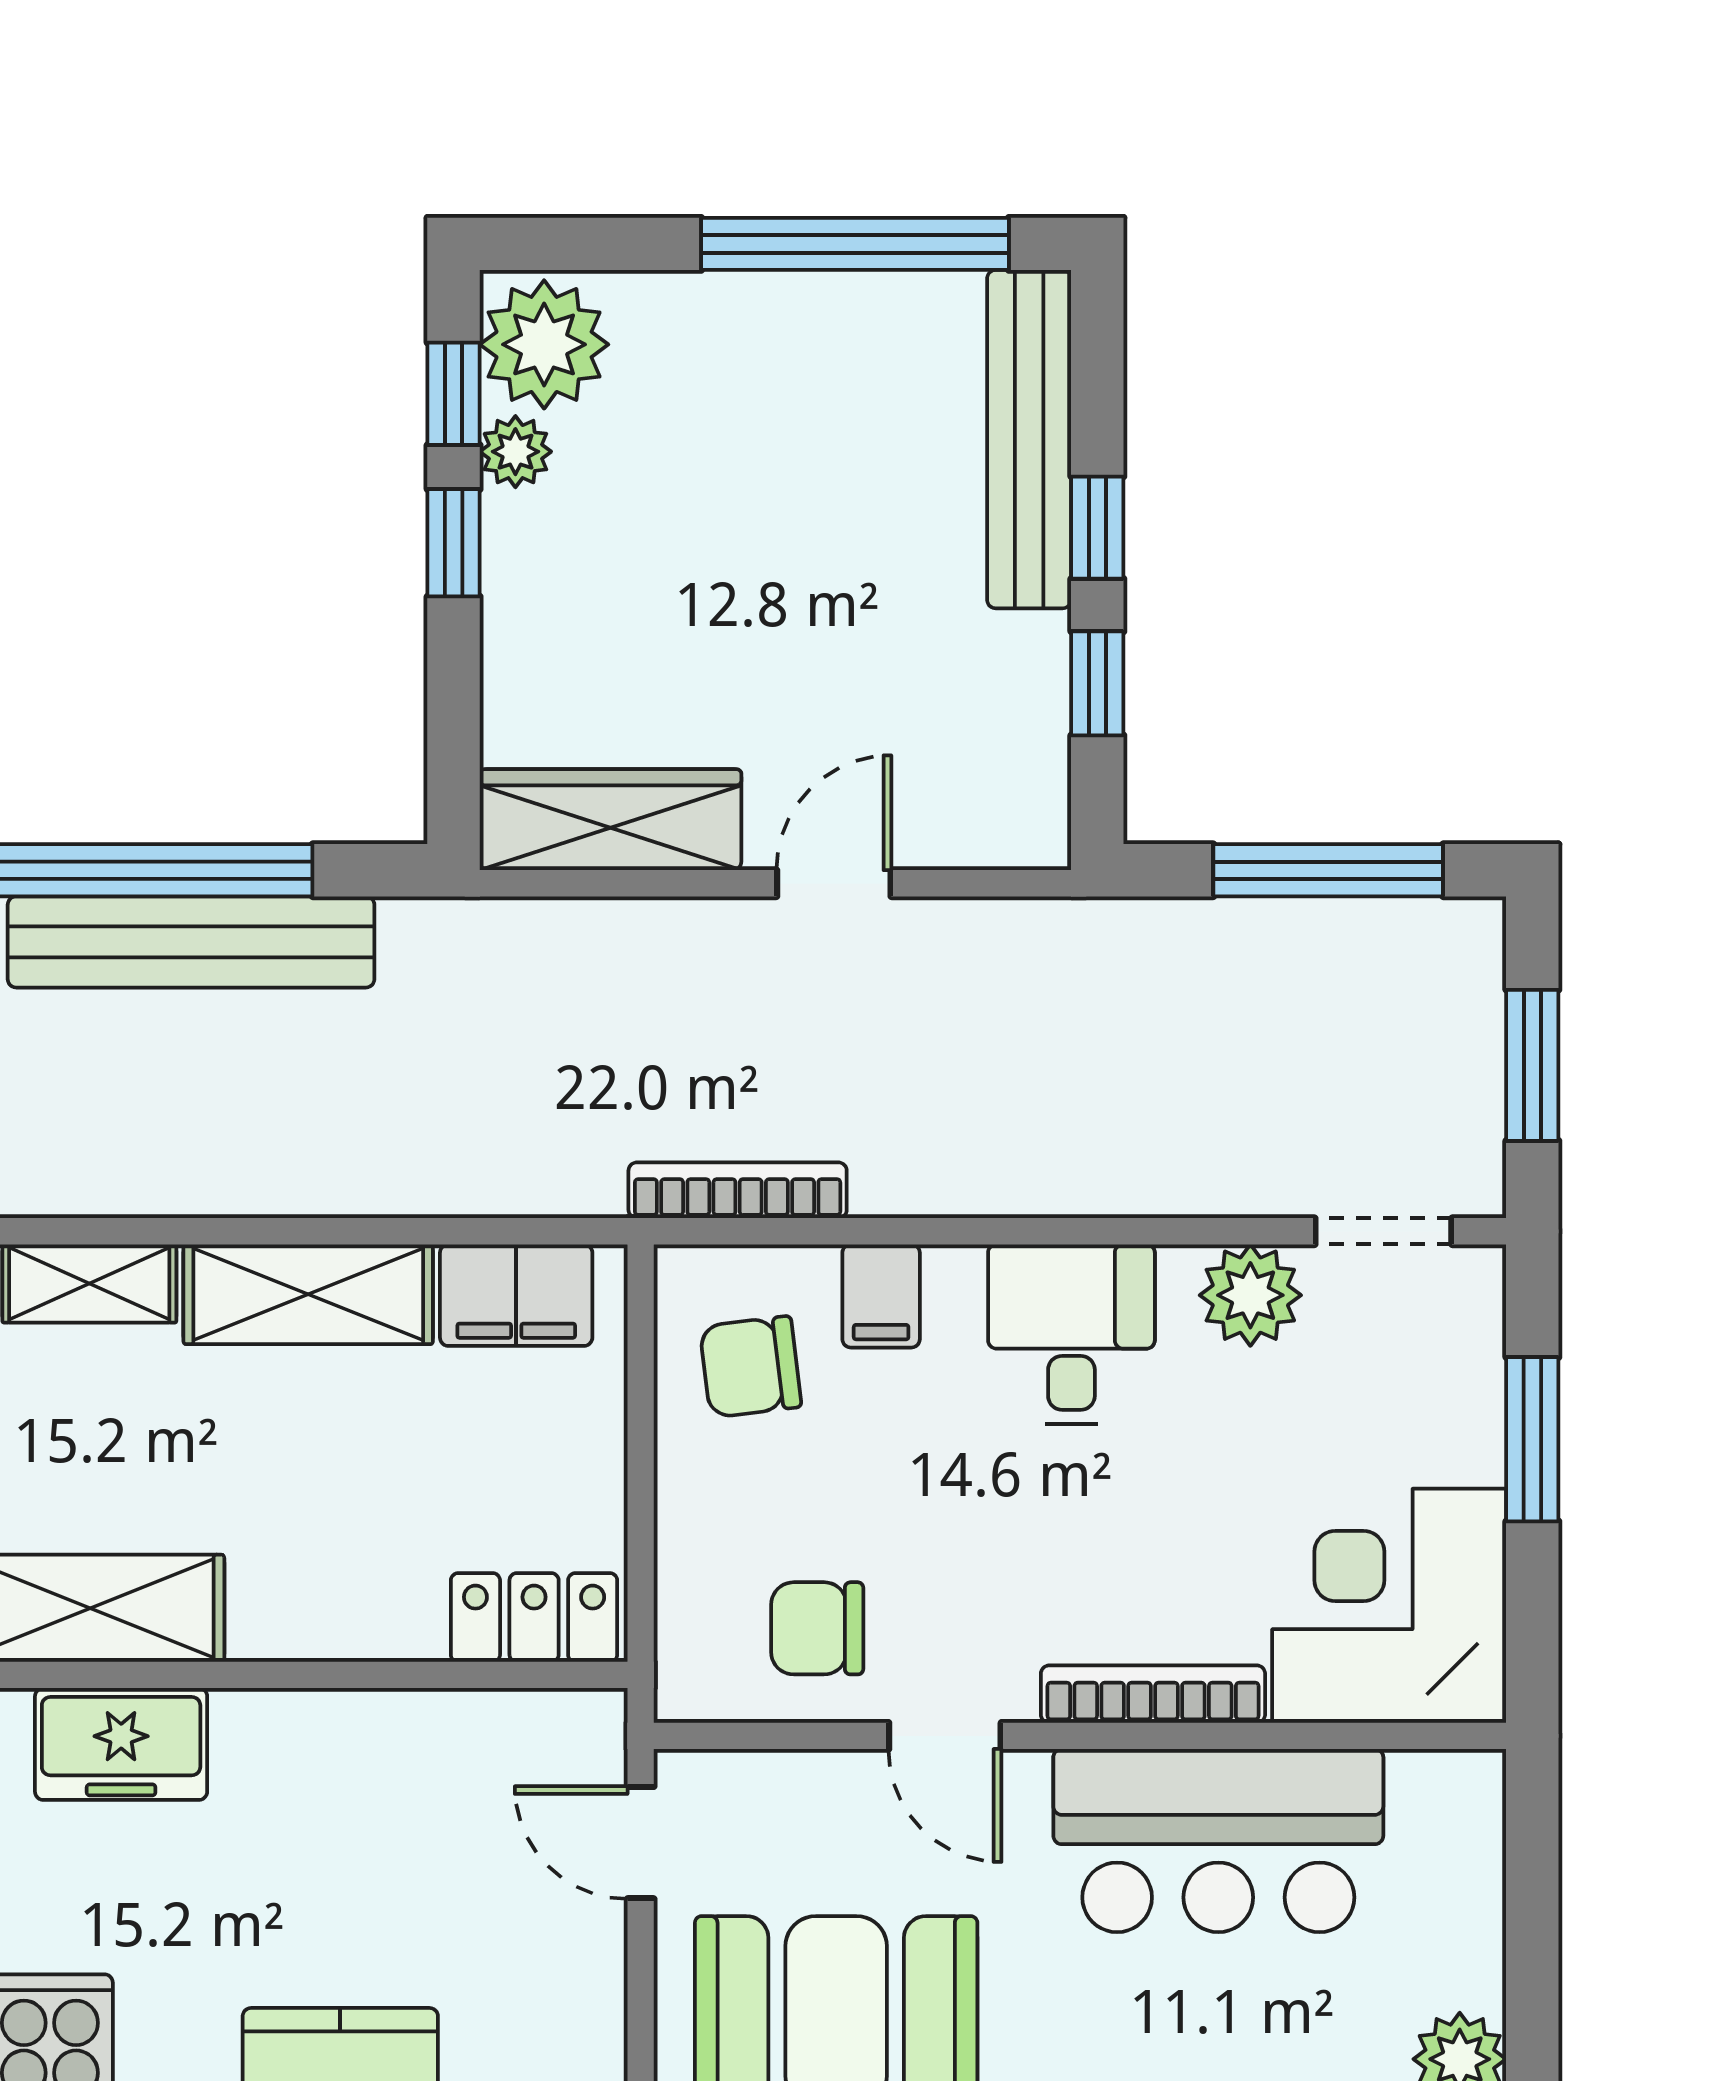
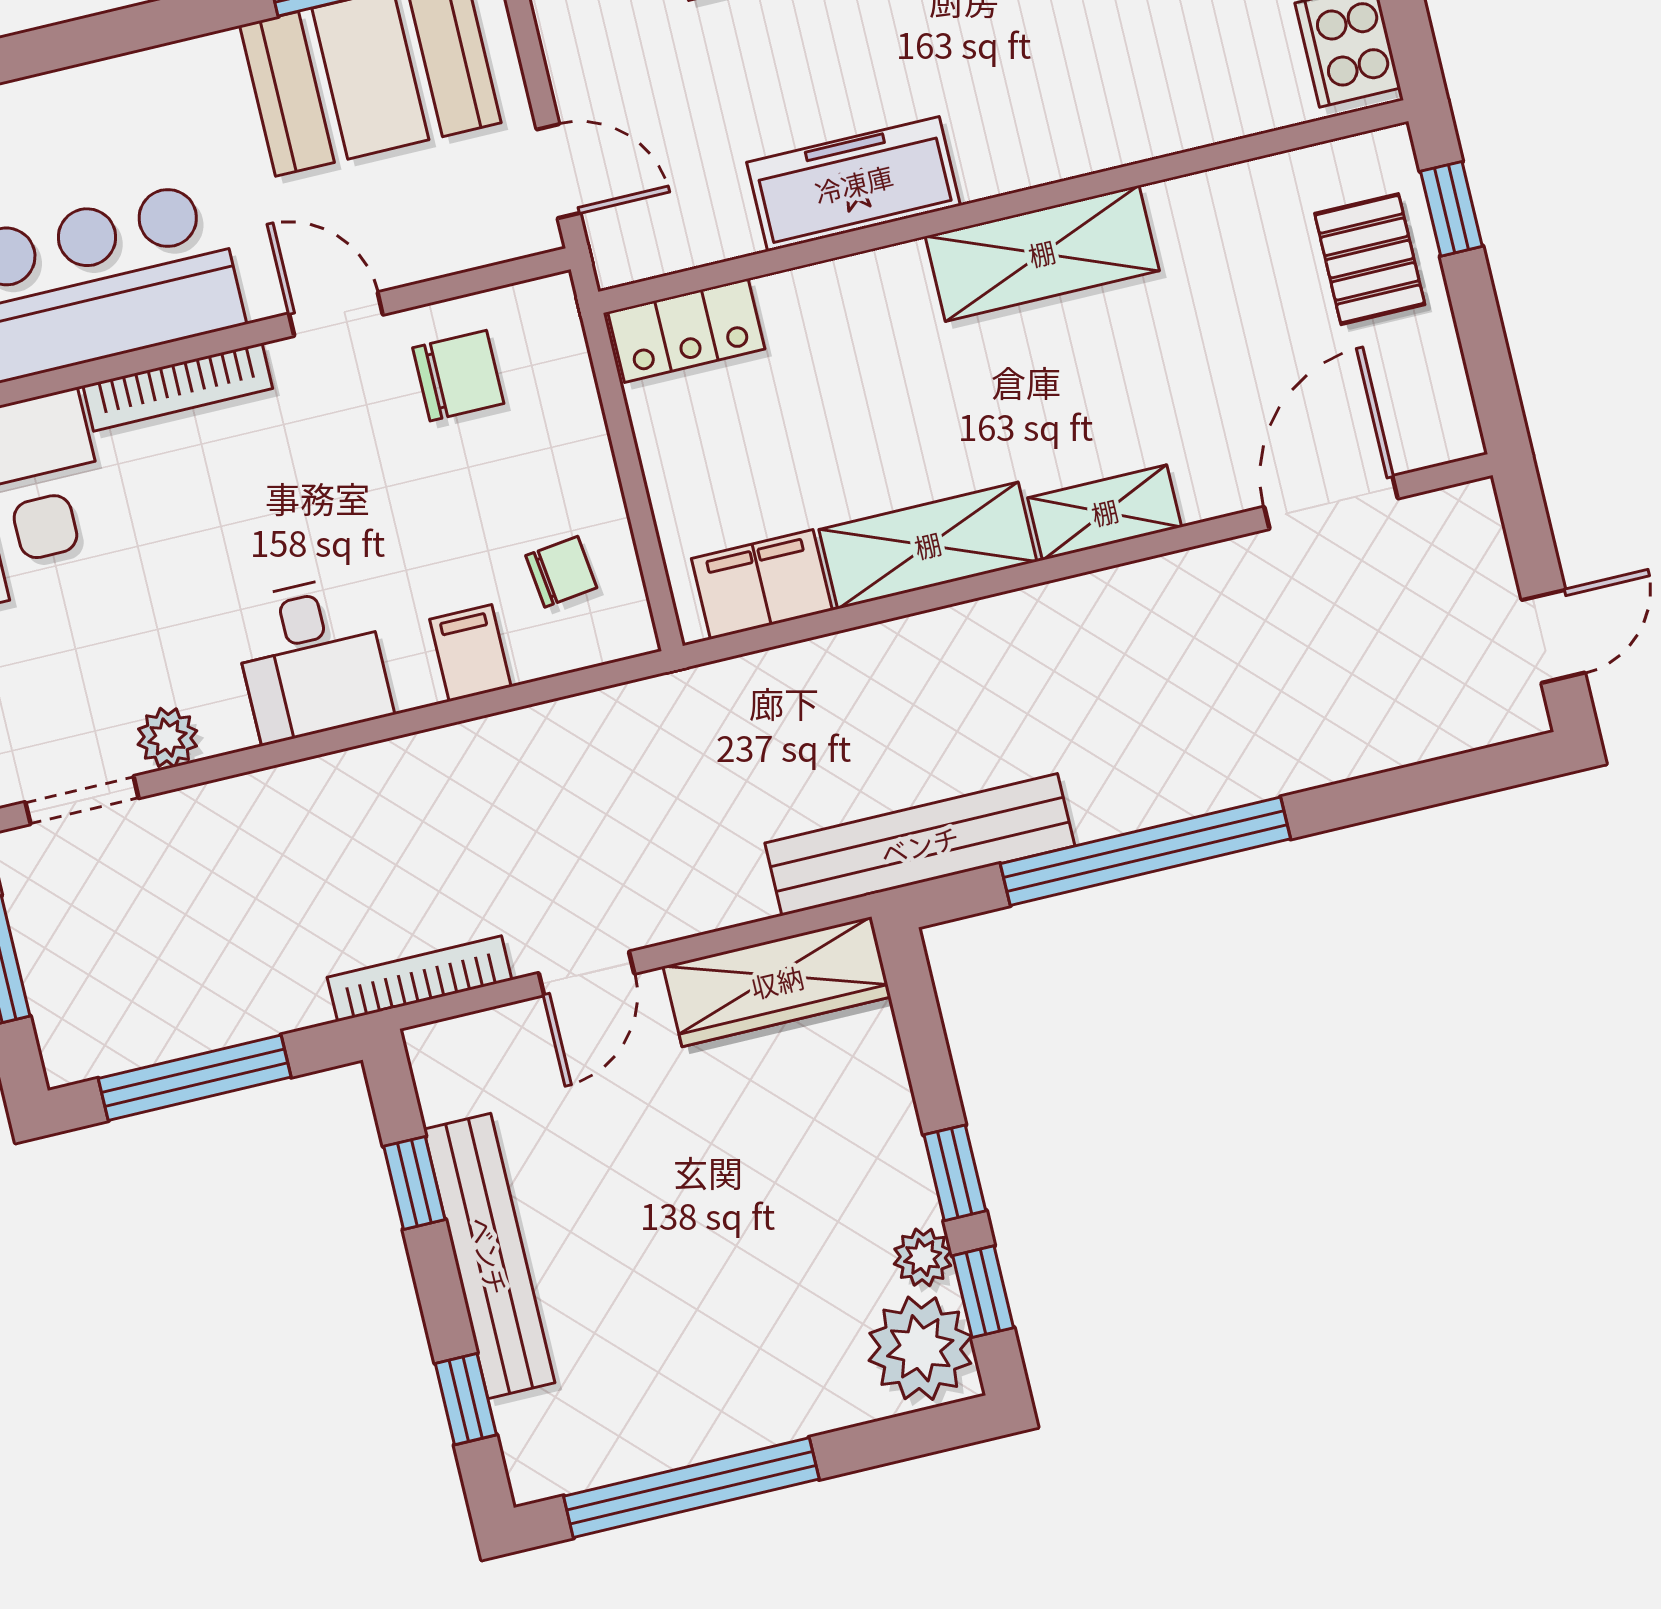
bench: (1029, 439) -> (489, 1256), moved
window: (1097, 528) -> (466, 1399), moved
bench: (191, 942) -> (920, 845), moved
bookcase: (738, 1190) -> (420, 979), moved, turned 180
plant: (1250, 1295) -> (167, 738), width x0.73, depth x0.73
chair: (750, 1367) -> (561, 572), width x0.73, depth x0.73
freezer: (121, 1744) -> (854, 184), moved, width x1.40

